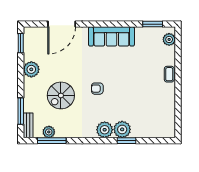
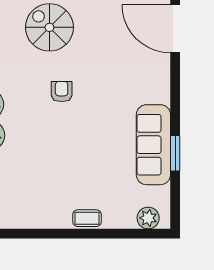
window: (153, 24) -> (175, 153), moved
sofa: (111, 36) -> (153, 145), moved

